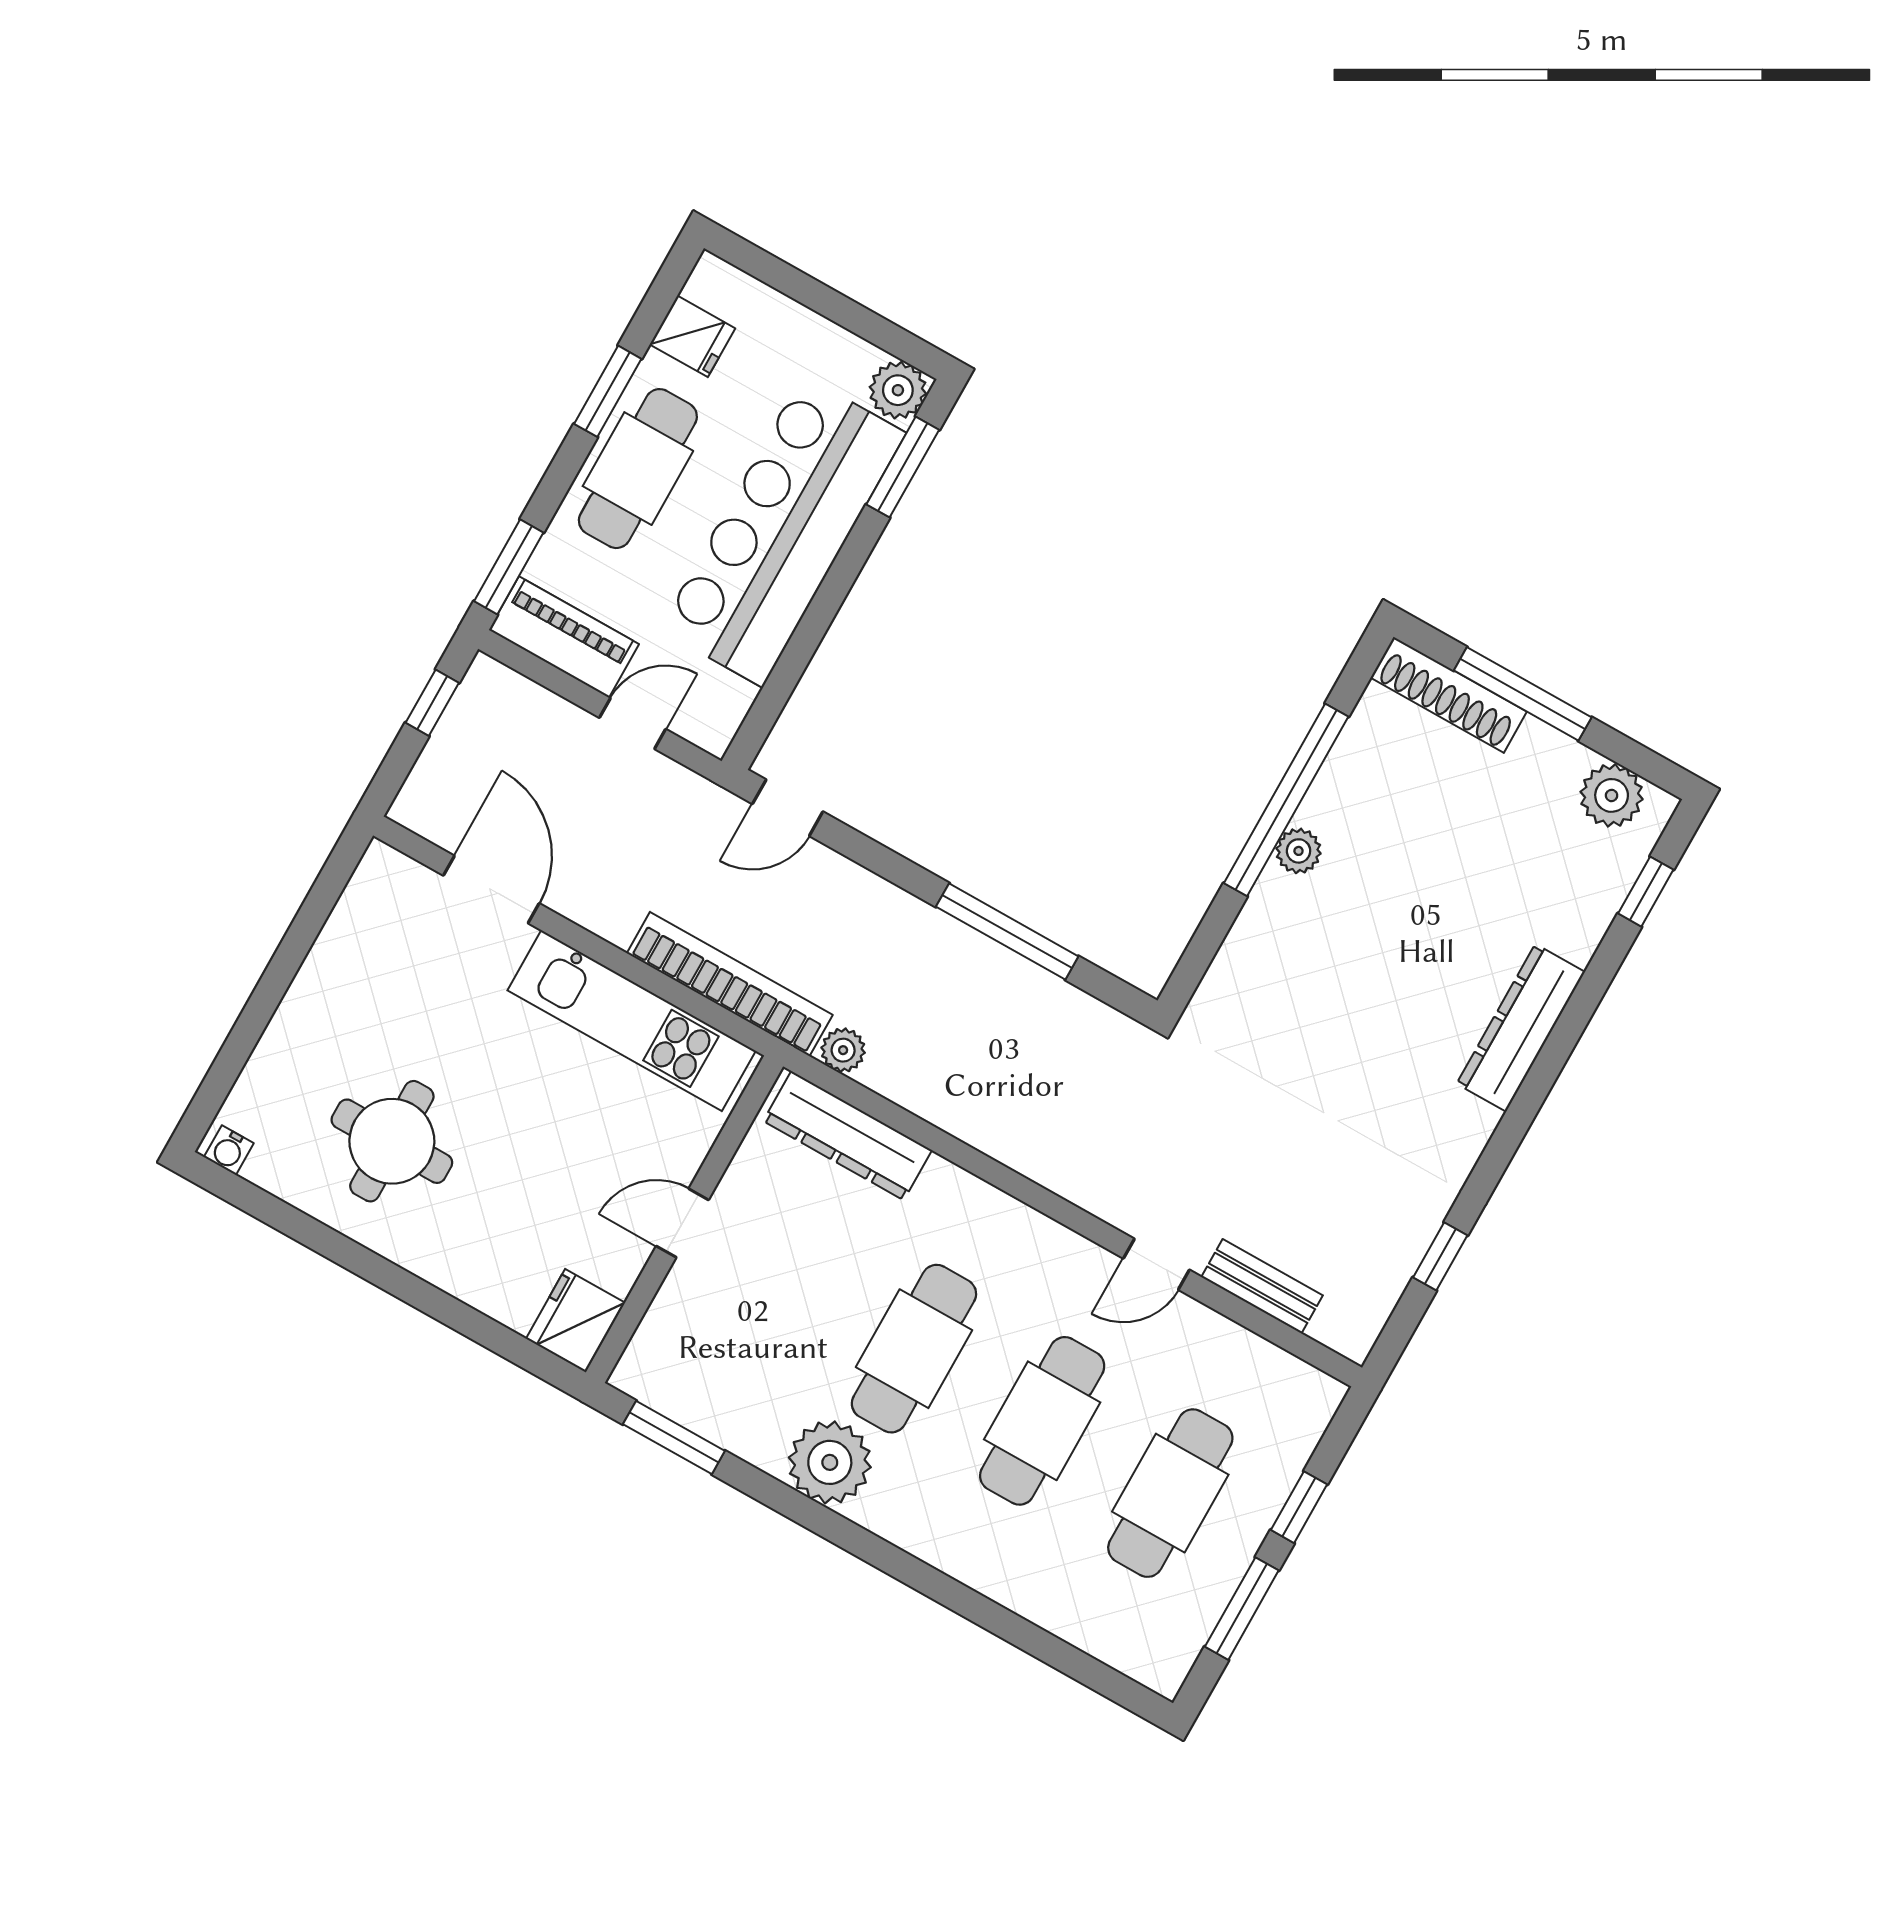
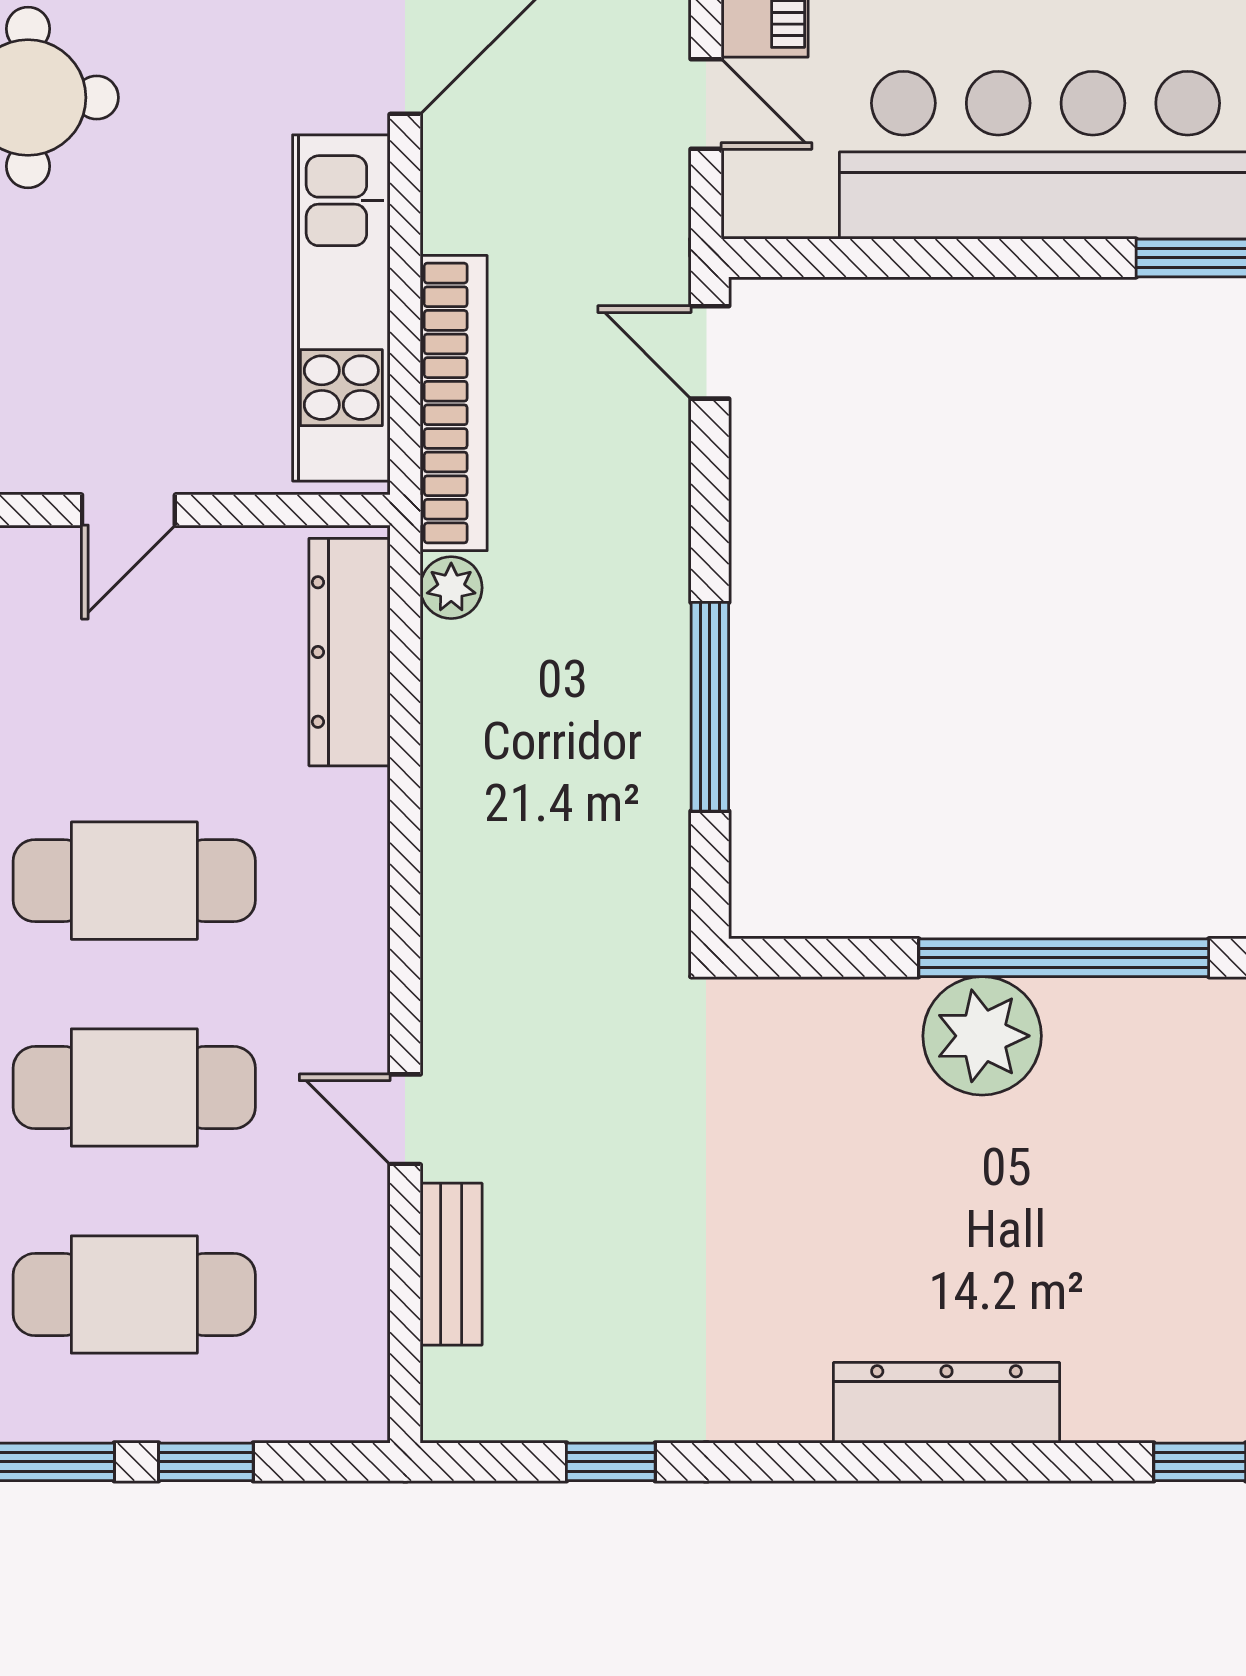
plant: (1299, 851) -> (982, 1036), width x1.87, depth x1.87
door: (682, 1223) -> (128, 510), swing flipped

